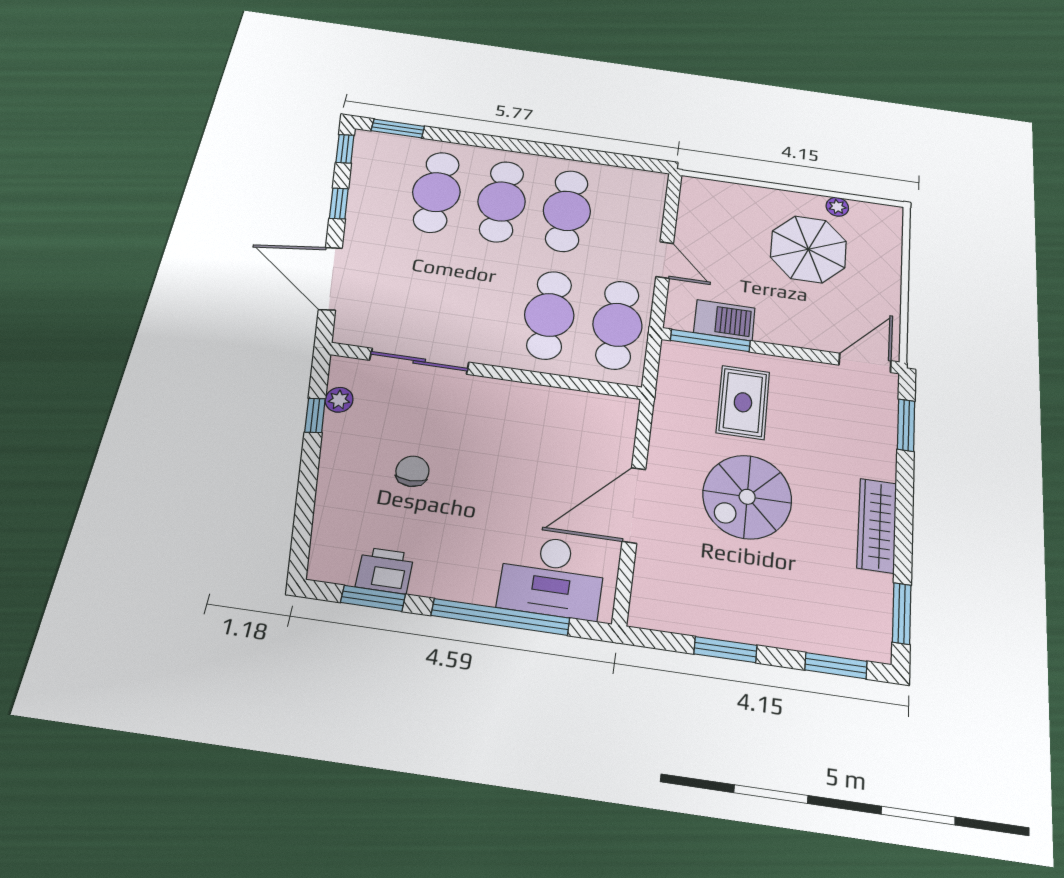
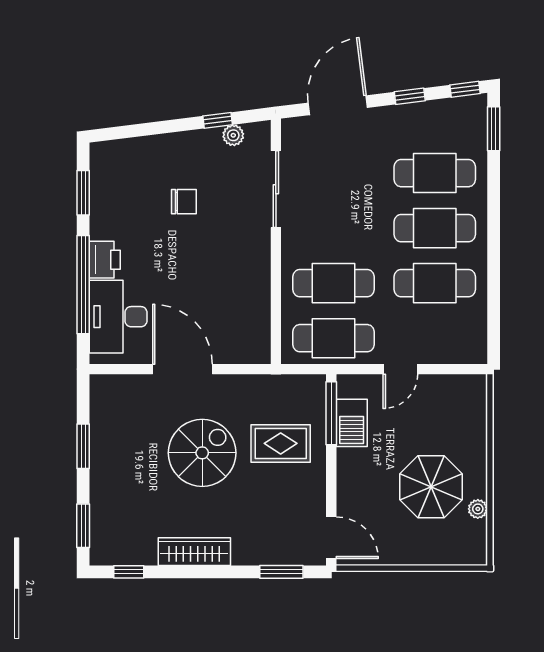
spiral stairs: (747, 497) -> (202, 453), turned 90
printer: (385, 570) -> (105, 260), moved
window: (902, 613) -> (129, 572), width x0.67

